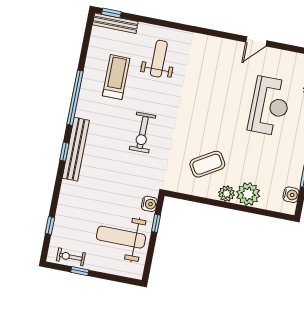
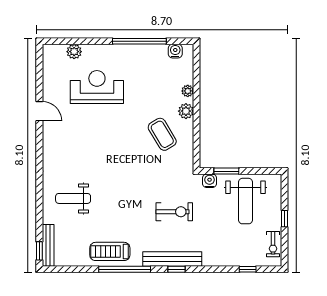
treadmill: (116, 77) -> (110, 251), moved
exercise bike: (143, 132) -> (174, 212), moved
plant: (248, 194) -> (188, 91), width x0.53, depth x0.53
window: (156, 223) -> (226, 171), width x1.50
window: (80, 271) -> (285, 219), moved

